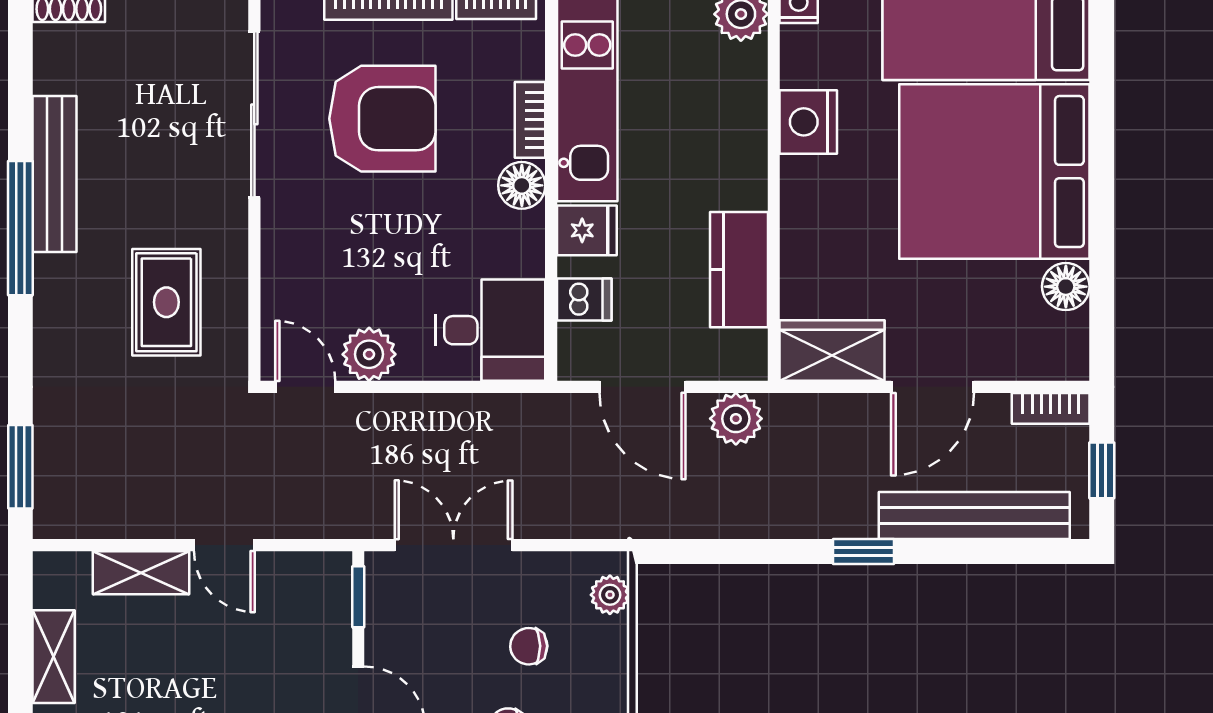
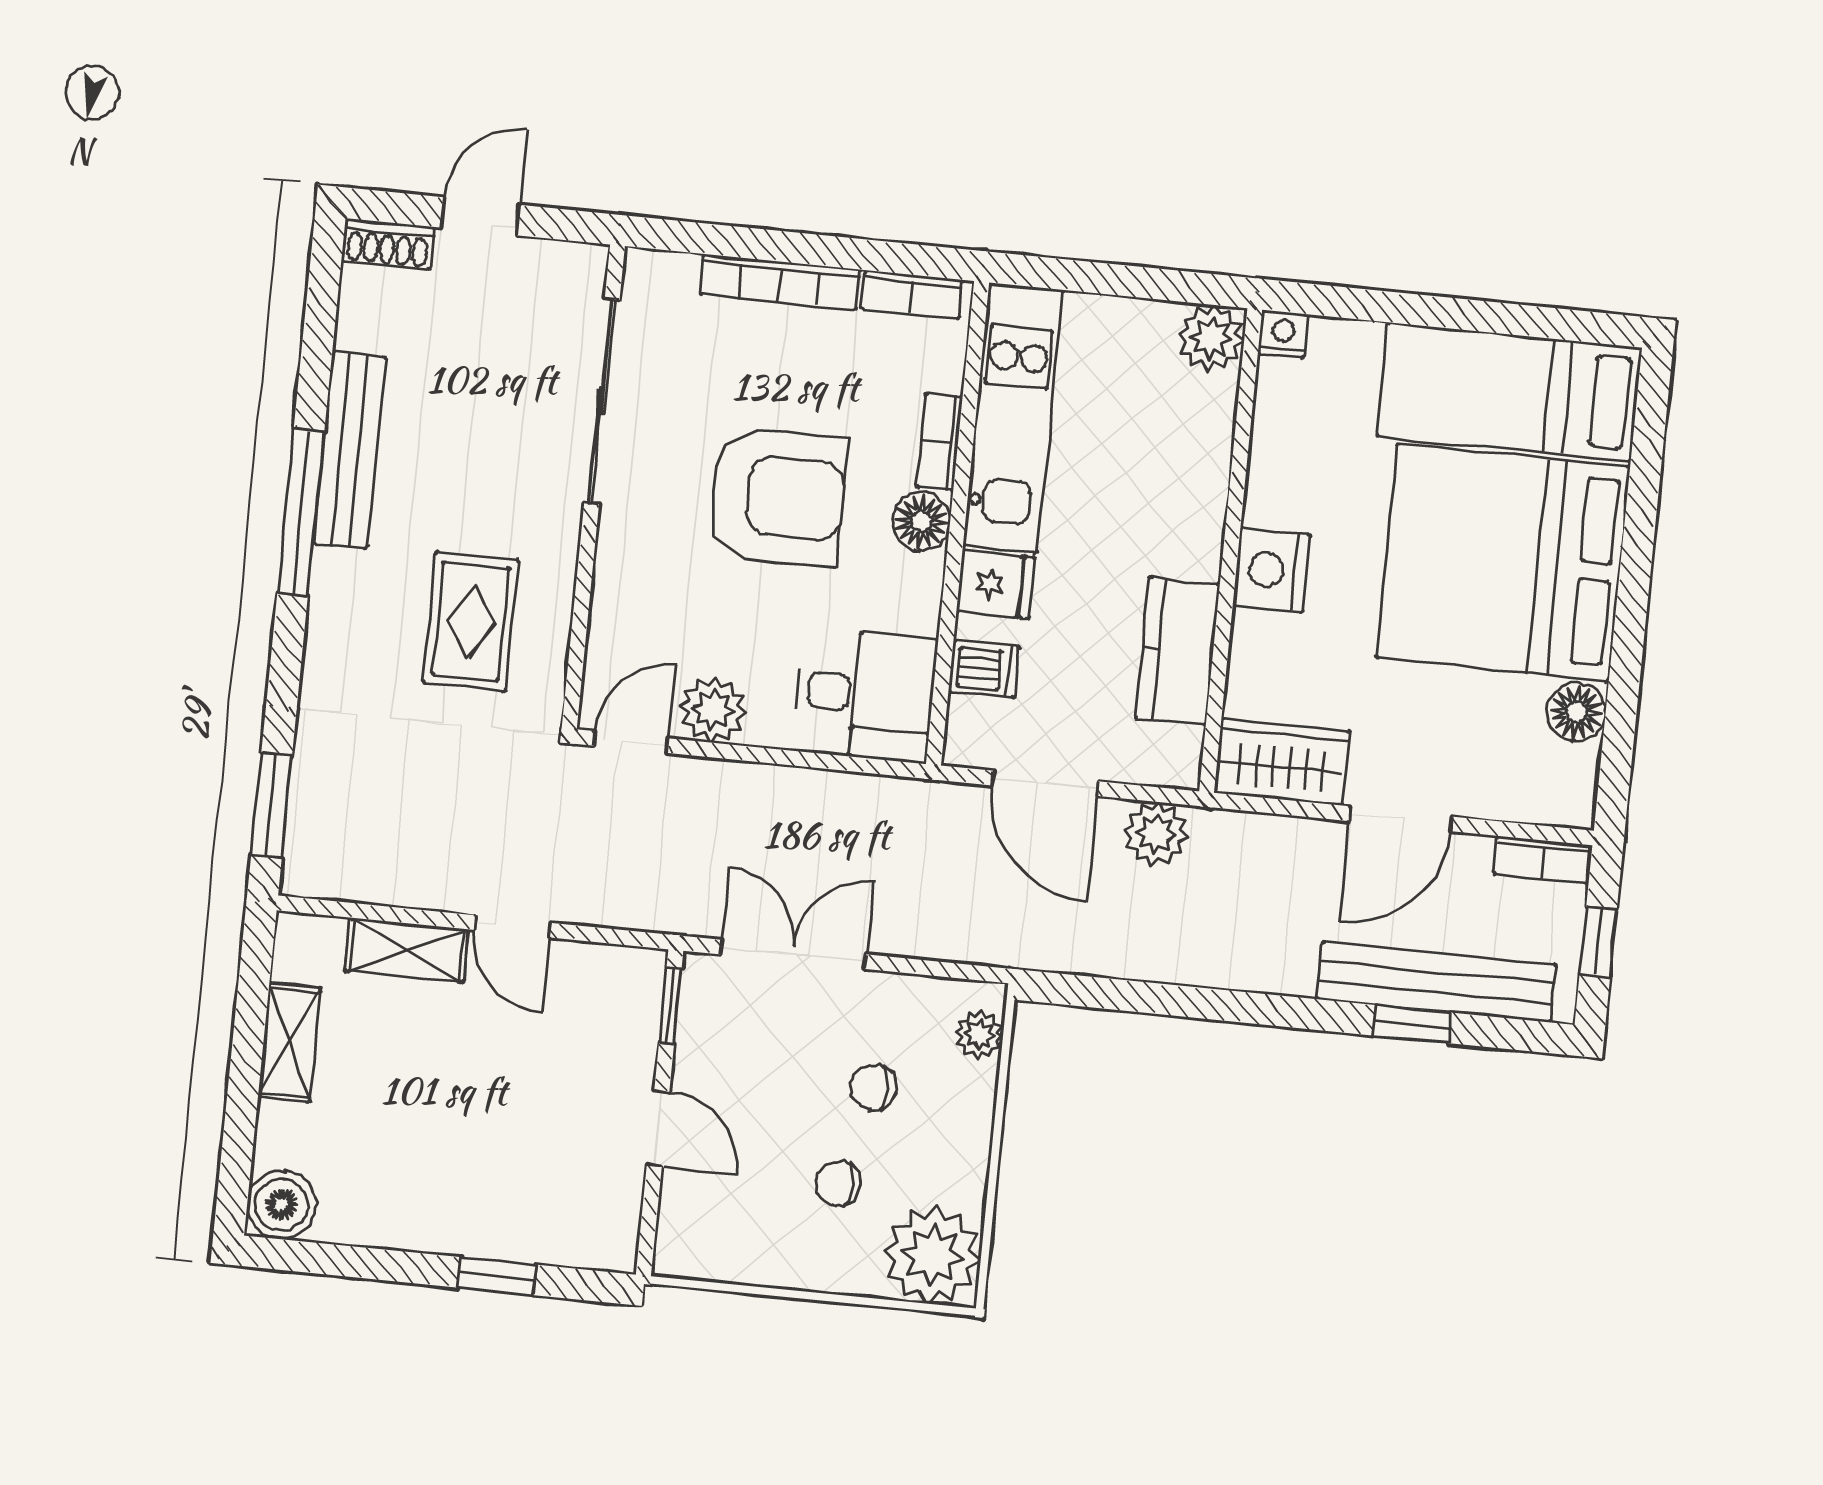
armchair: (382, 119) -> (777, 497), moved
nightstand: (808, 122) -> (1272, 570), moved
door: (305, 387) -> (631, 742), hinge flipped
window: (863, 552) -> (1412, 1024), moved

